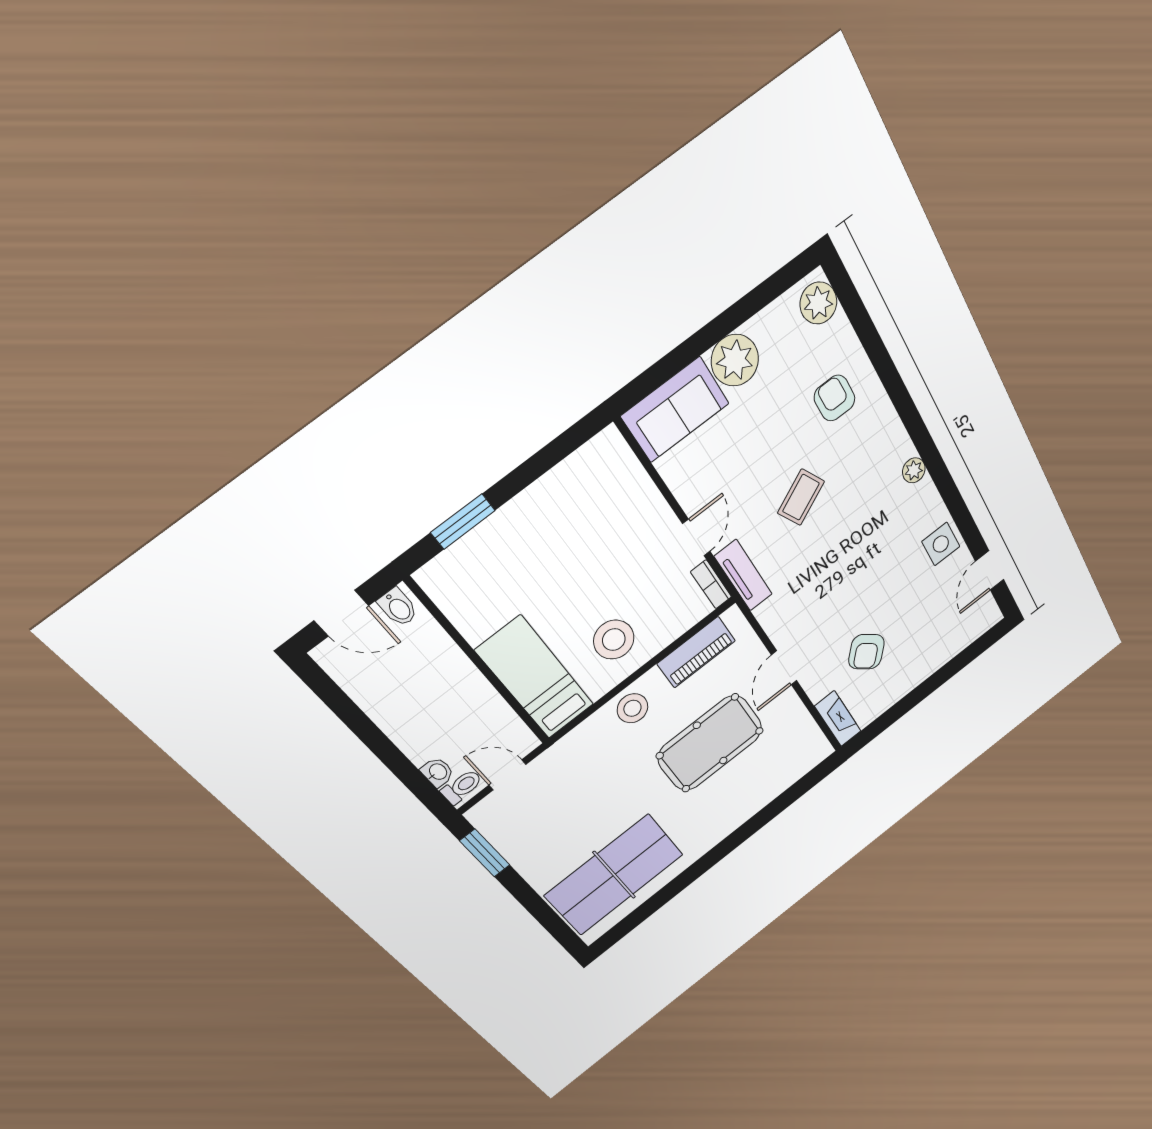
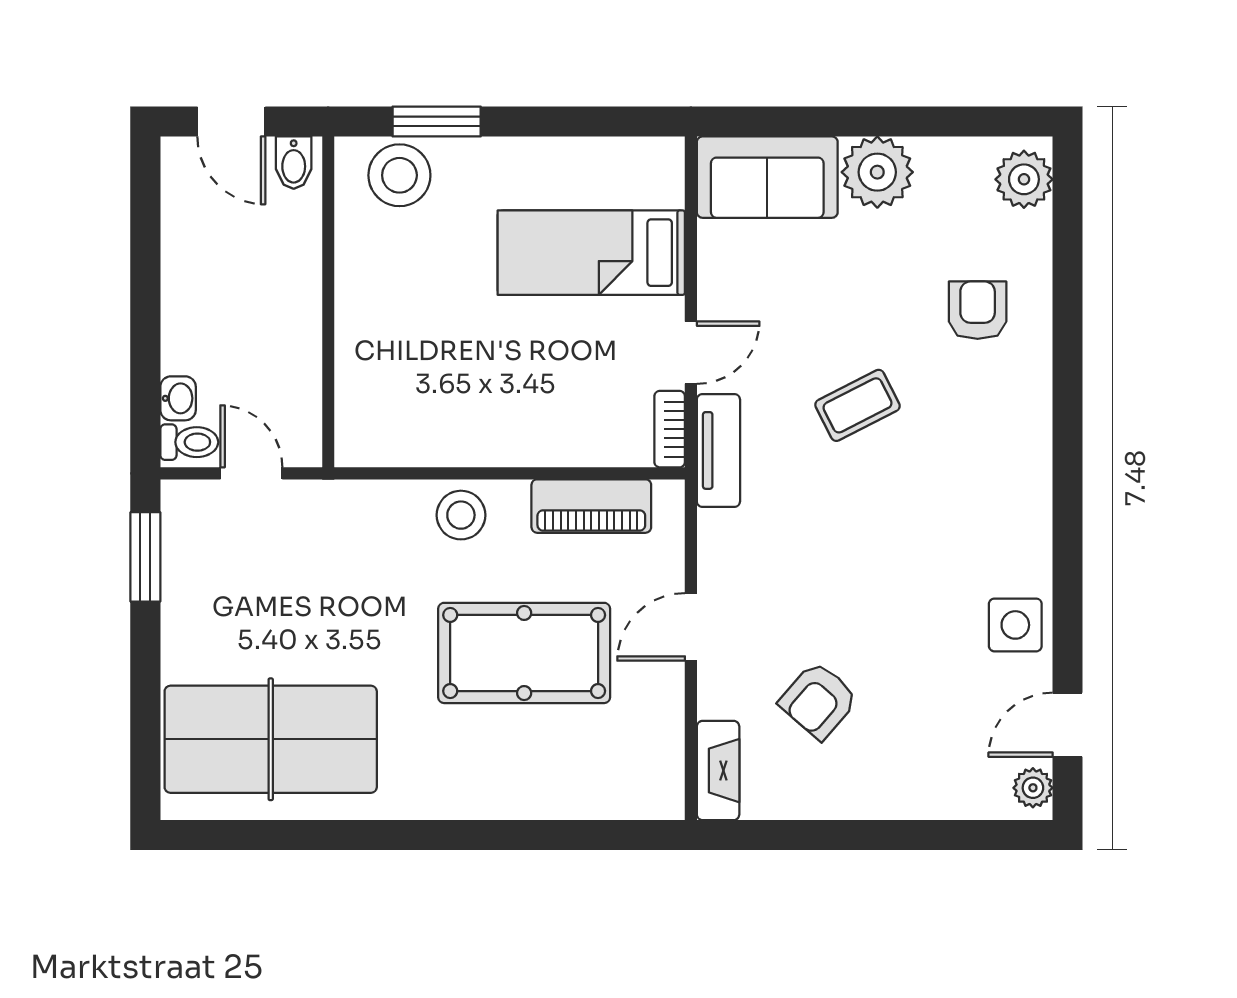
plant: (914, 470) -> (1033, 788), moved
stool: (614, 640) -> (399, 175), moved
bed: (535, 678) -> (591, 253), moved, turned -90

